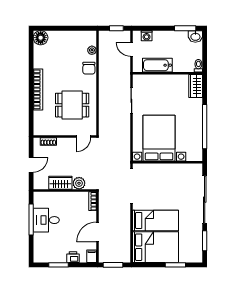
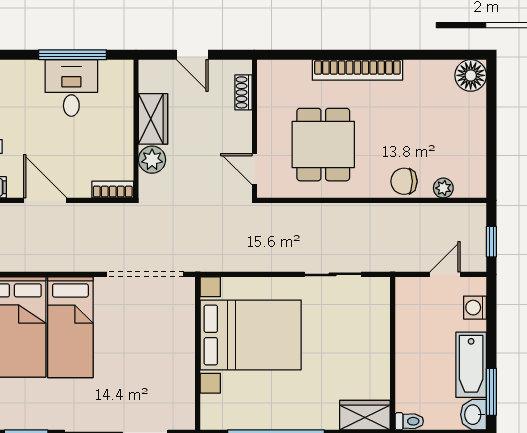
bathtub: (157, 65) -> (471, 365), moved, turned 180

